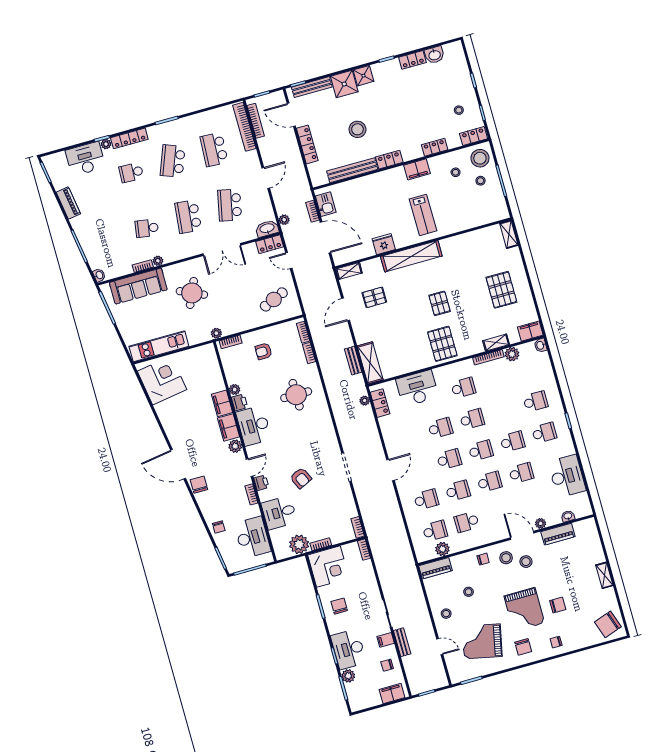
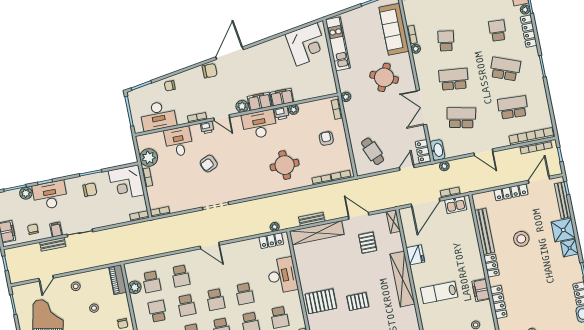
locker: (435, 147) -> (499, 302), width x1.53
shelving: (370, 363) -> (317, 233), width x1.47

